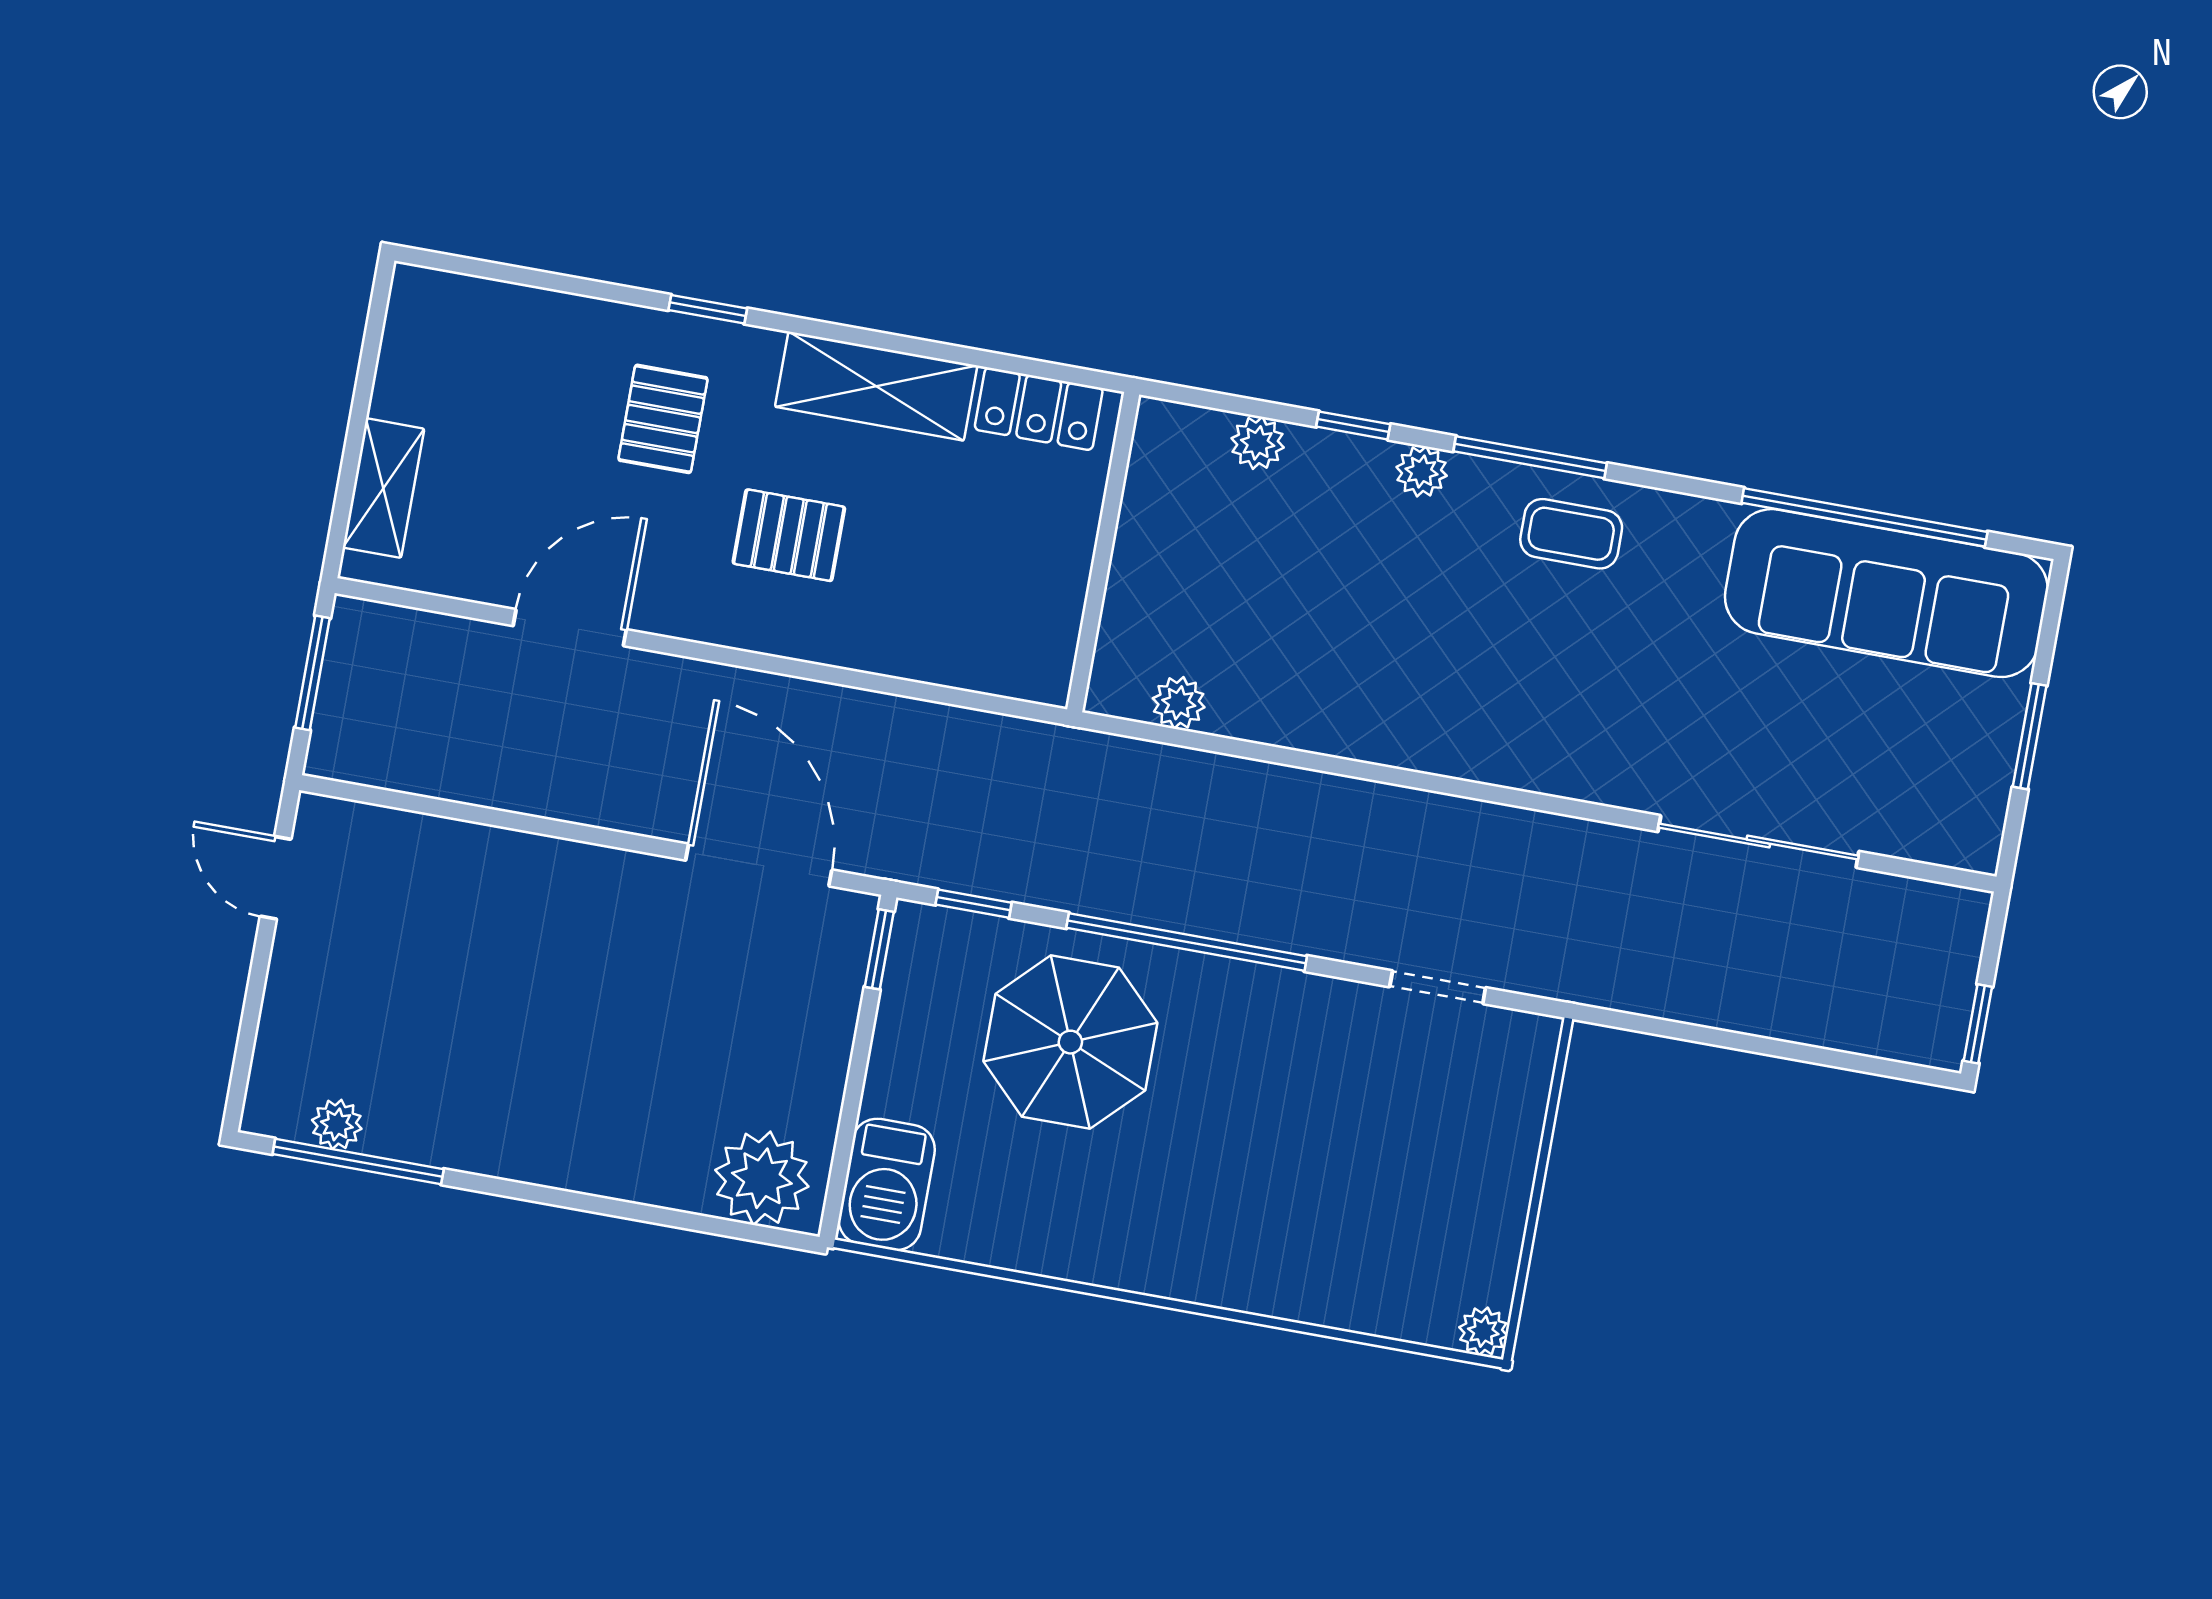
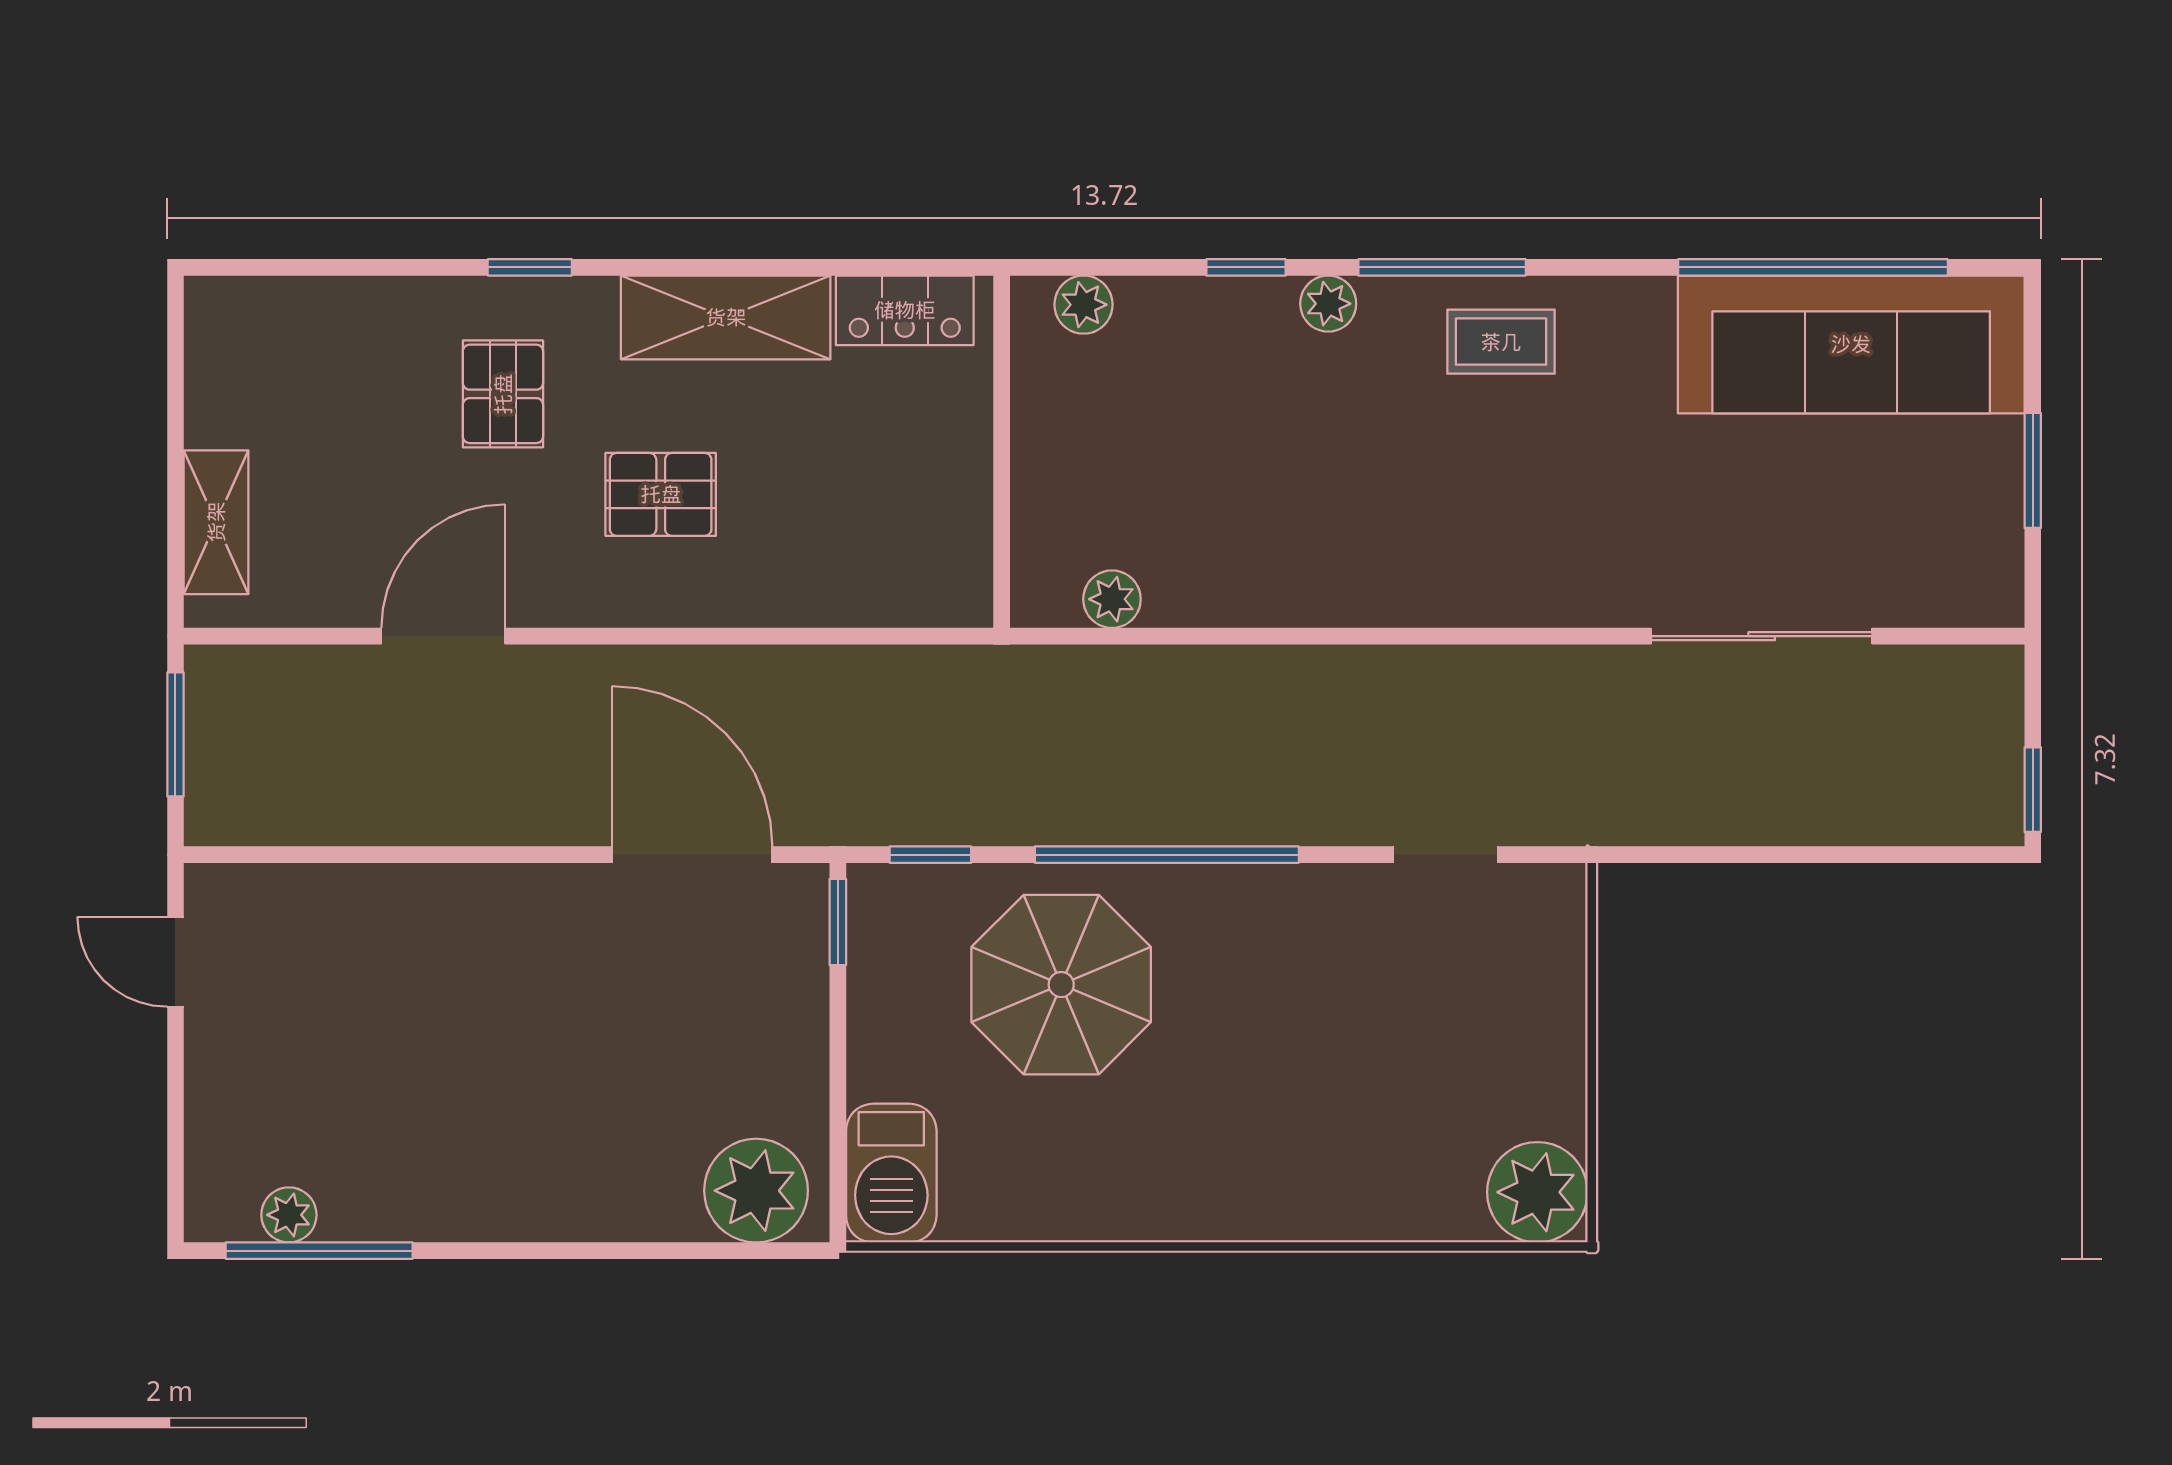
plant: (1258, 443) -> (1084, 305), moved
plant: (1483, 1331) -> (1537, 1192), width x1.88, depth x1.88

